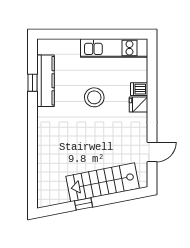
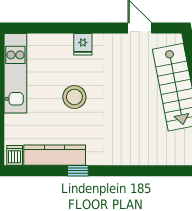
window: (32, 83) -> (78, 171), moved
dishwasher: (139, 89) -> (15, 155), moved, turned 180

